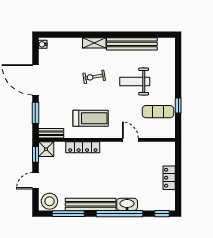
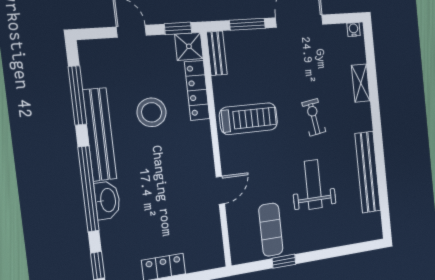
shelving: (94, 43) -> (361, 83), moved
treadmill: (91, 118) -> (249, 119), turned -90
locker: (83, 147) -> (197, 90), moved
stool: (49, 201) -> (152, 112), moved

